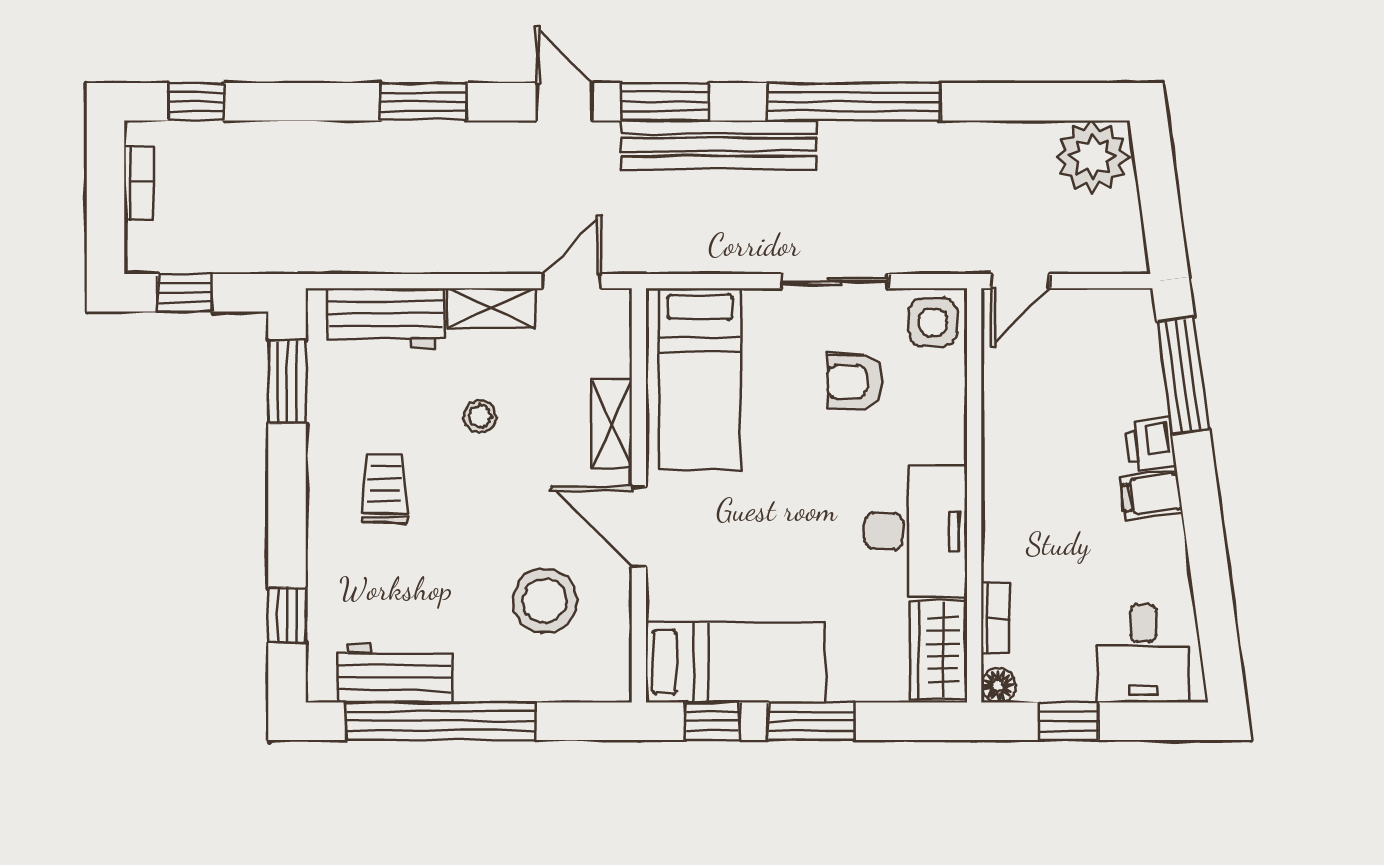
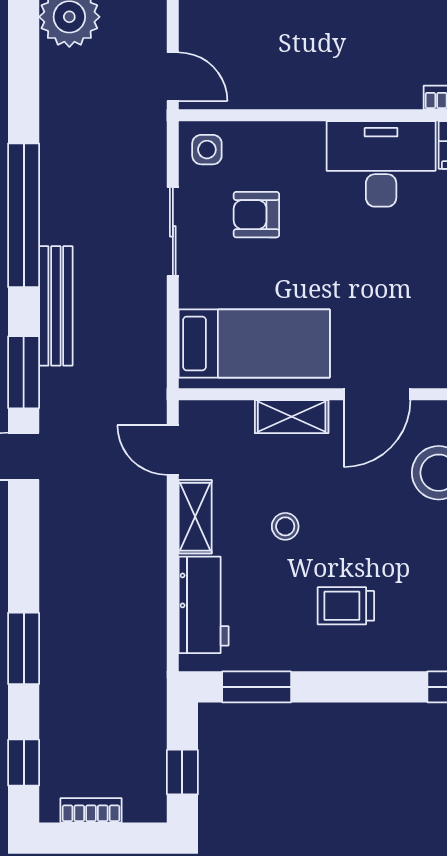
window: (423, 102) -> (24, 648), moved
bench: (719, 145) -> (56, 306), width x0.73, depth x0.82
side table: (933, 322) -> (207, 150), width x0.73, depth x0.73
armchair: (855, 382) -> (256, 215), turned 90

